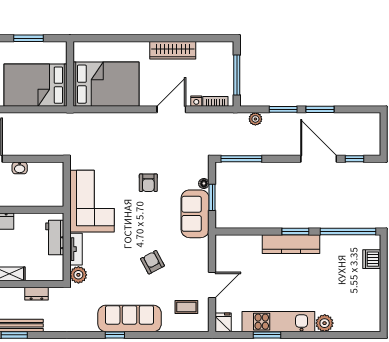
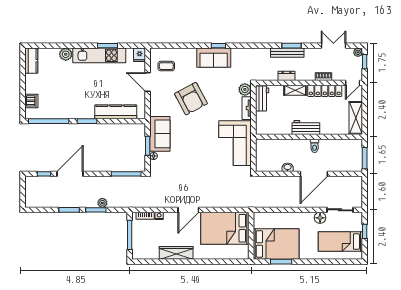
bed: (35, 85) -> (276, 244), moved
door: (171, 109) -> (188, 210), moved
plant: (255, 119) -> (102, 203), moved
door: (319, 159) -> (70, 174), swing flipped
armchair: (148, 183) -> (194, 156), removed
workbench: (55, 237) -> (262, 98), moved
kitchen counter: (291, 244) -> (116, 112), moved
armchair: (152, 262) -> (191, 99), width x1.88, depth x1.88
door: (212, 285) -> (148, 82), hinge flipped
dresser: (36, 294) -> (287, 76), moved
kitchen counter: (372, 314) -> (31, 61), added
sofa: (130, 318) -> (214, 58), width x0.73

